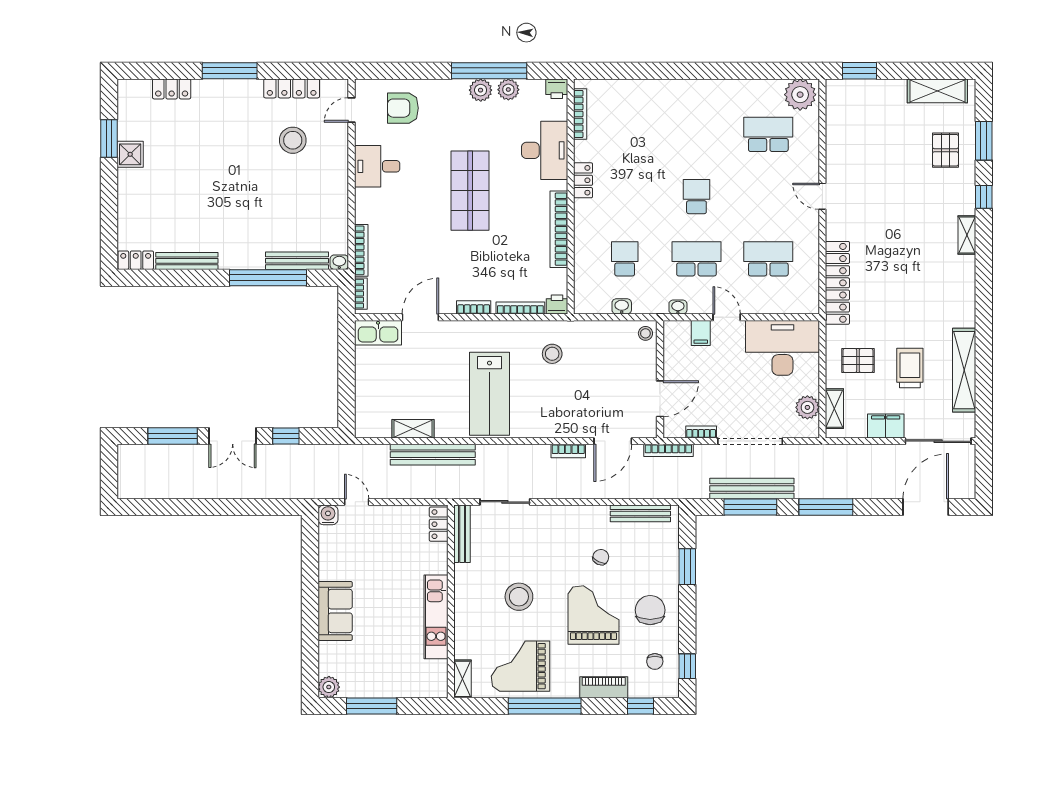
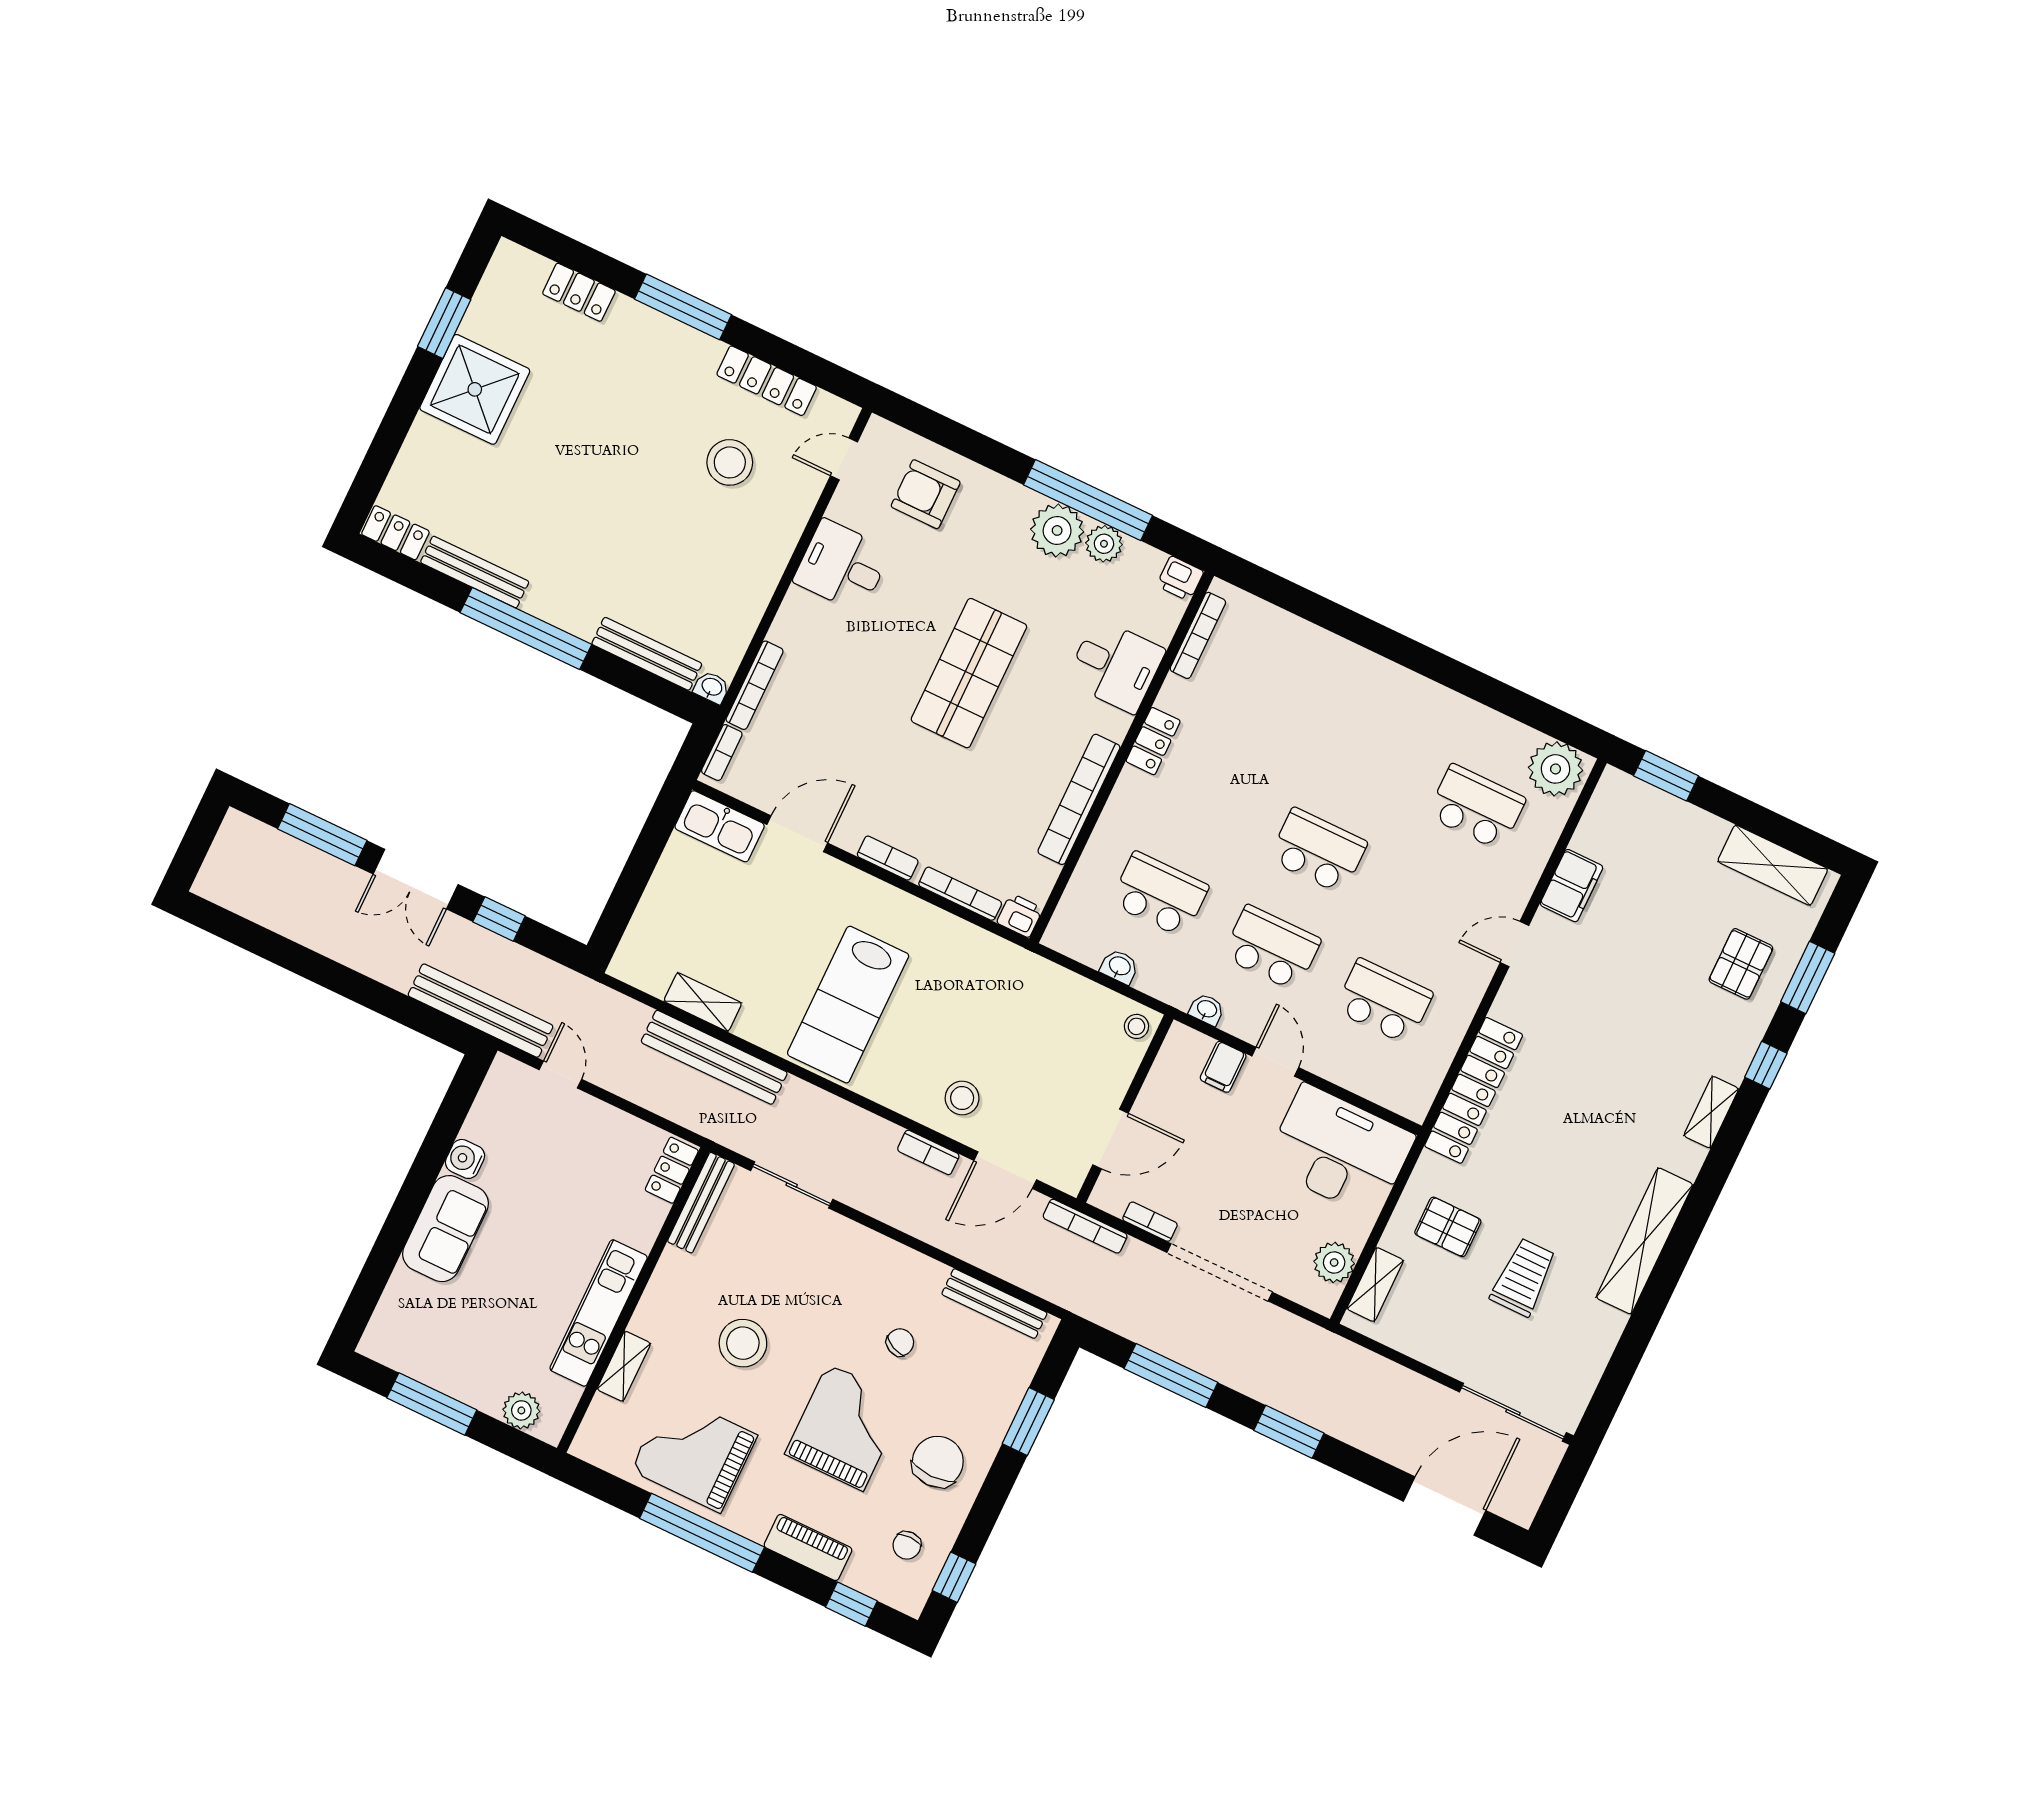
plant: (481, 90) -> (1057, 530), width x1.36, depth x1.36
desk: (545, 150) -> (1115, 666), width x0.73
shower: (130, 154) -> (475, 389), width x1.86, depth x1.86
door: (822, 196) -> (1515, 944), hinge flipped
school desk: (696, 197) -> (1318, 851), width x1.85
school desk: (625, 259) -> (1160, 894), width x1.85
window: (268, 278) -> (526, 629), moved
stool: (552, 354) -> (962, 1098), moved
shelving: (964, 370) -> (1645, 1241), moved
filing cabinet: (886, 426) -> (1571, 886), moved, turned 90
bench: (752, 488) -> (481, 1011), moved
window: (826, 507) -> (1289, 1432), width x0.69
water cooler: (328, 515) -> (465, 1159), moved, turned -90
shelving: (462, 679) -> (624, 1366), moved
plant: (329, 687) -> (521, 1410), moved

